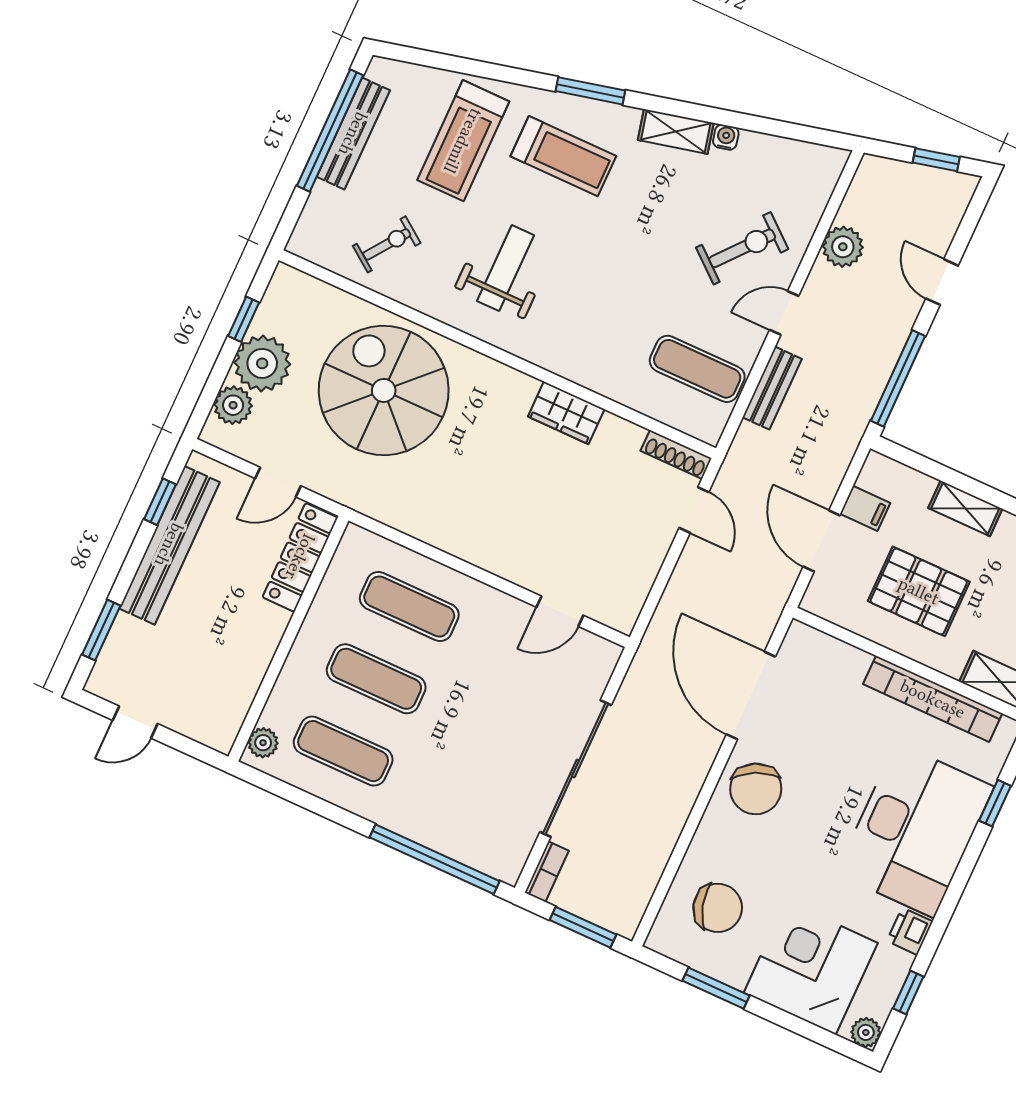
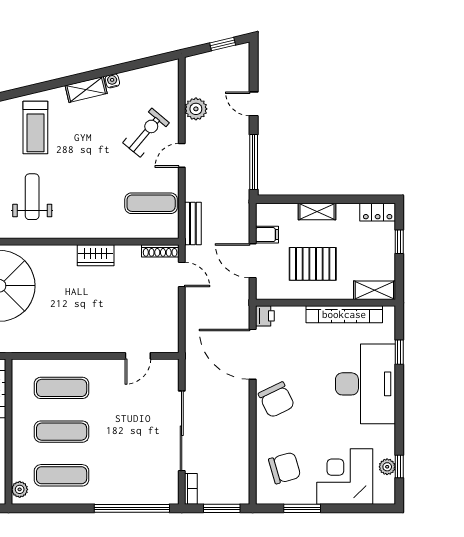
window: (590, 91) -> (34, 89), removed
treadmill: (563, 156) -> (35, 128), turned 90
bench: (772, 388) -> (193, 223), moved
printer: (910, 931) -> (265, 316), moved, turned 180
plant: (866, 1032) -> (387, 467), moved

